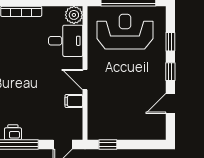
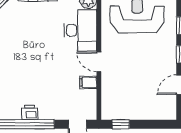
desk: (66, 41) -> (80, 30), width x1.37

